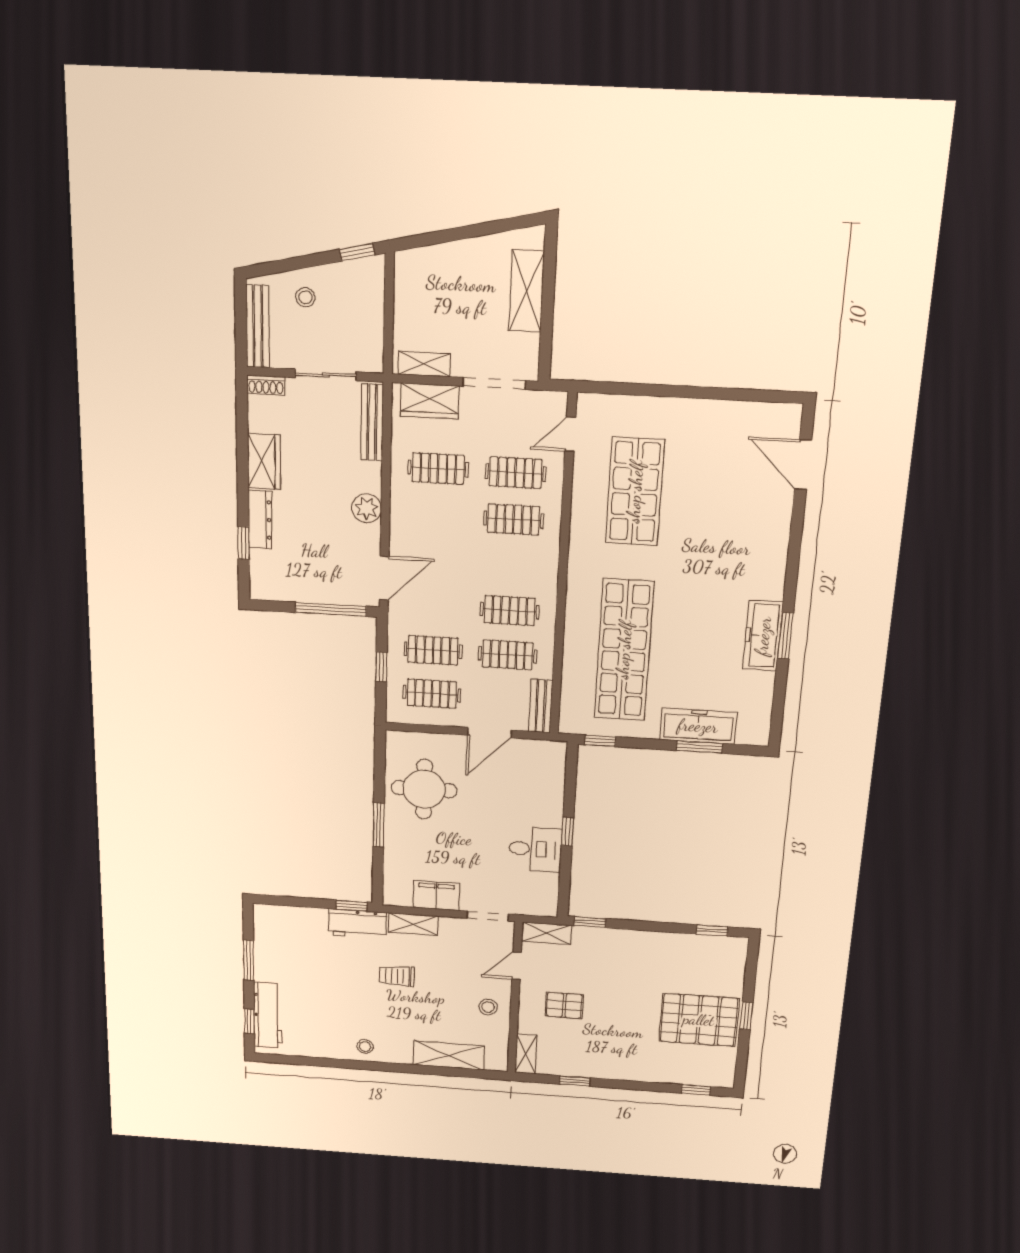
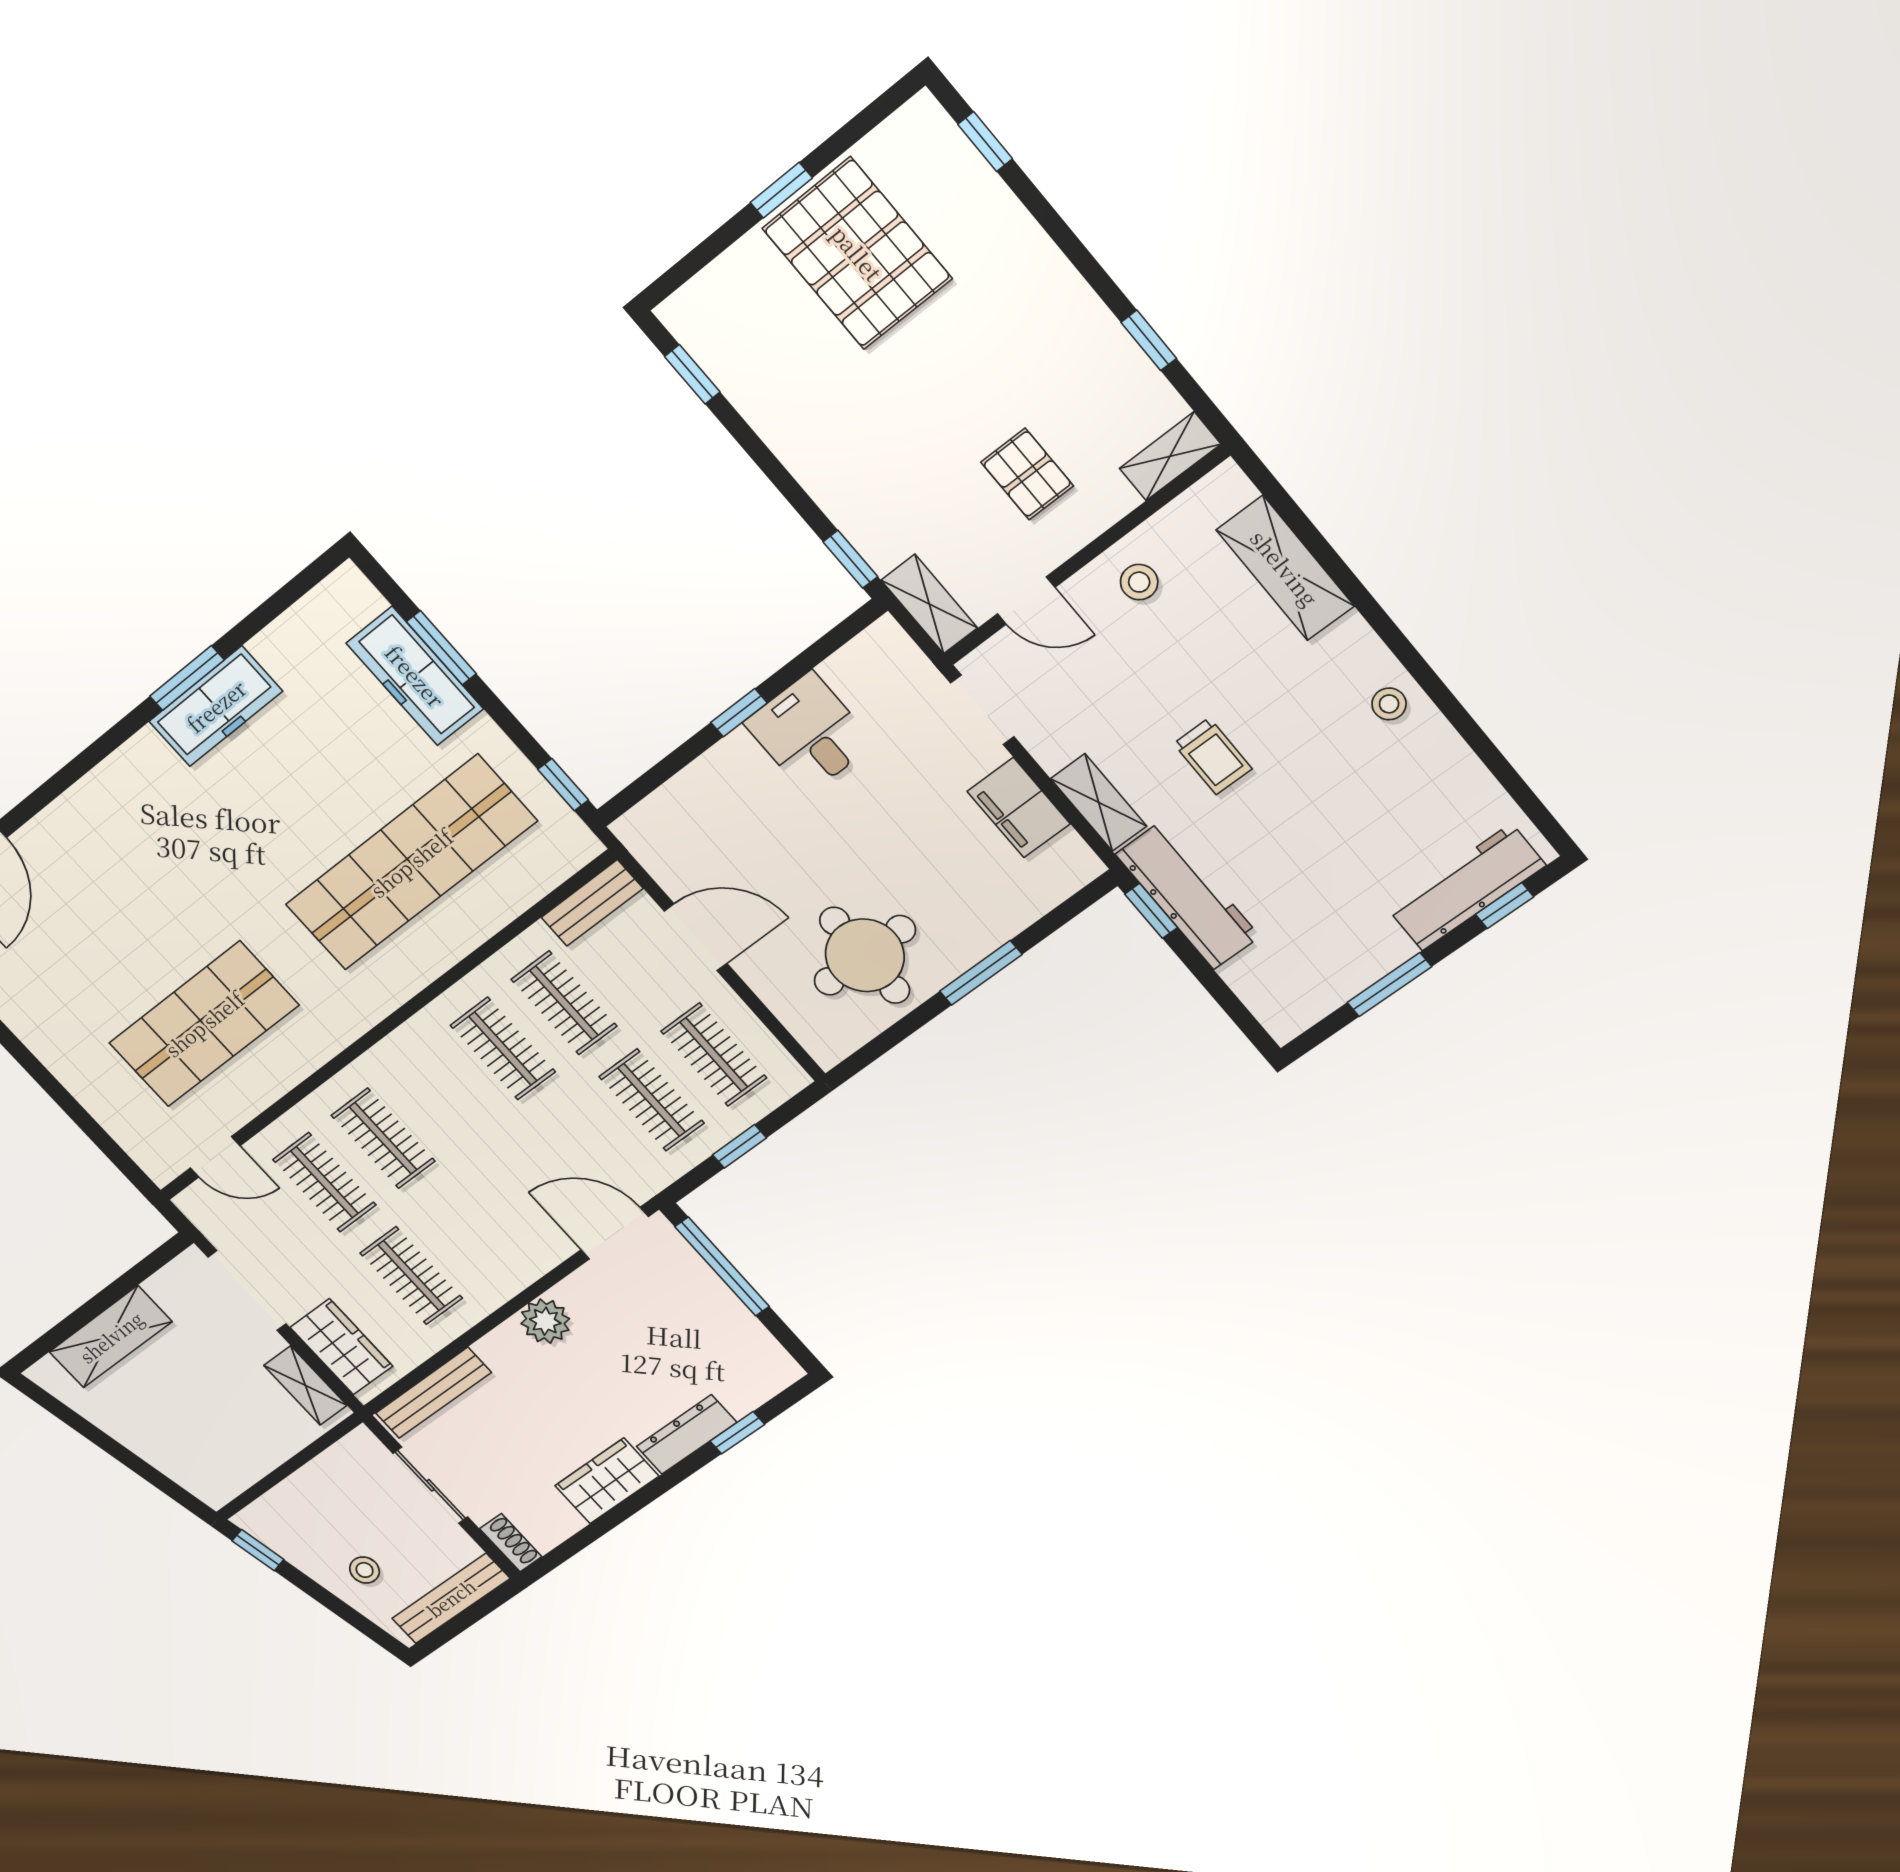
workbench: (358, 924) -> (1188, 895), width x1.38

